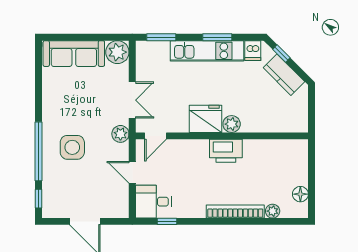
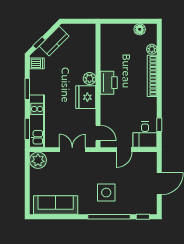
kitchen unit: (207, 51) -> (37, 121), moved
sofa: (74, 54) -> (56, 205), moved, turned -90
plant: (120, 134) -> (97, 158), removed

